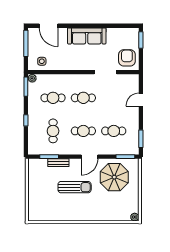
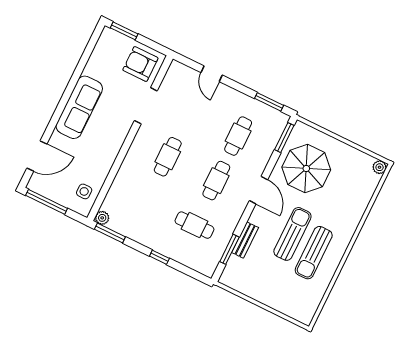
cafe table: (53, 98) -> (146, 201), removed
sun lounger: (70, 204) -> (314, 253), added

